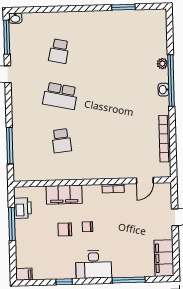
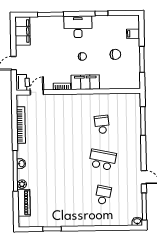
piano: (160, 40) -> (24, 203), added
filing cabinet: (64, 195) -> (85, 82), moved
printer: (23, 208) -> (23, 82), moved, turned 180
chair: (65, 229) -> (115, 54), moved
filing cabinet: (24, 274) -> (133, 34), moved

